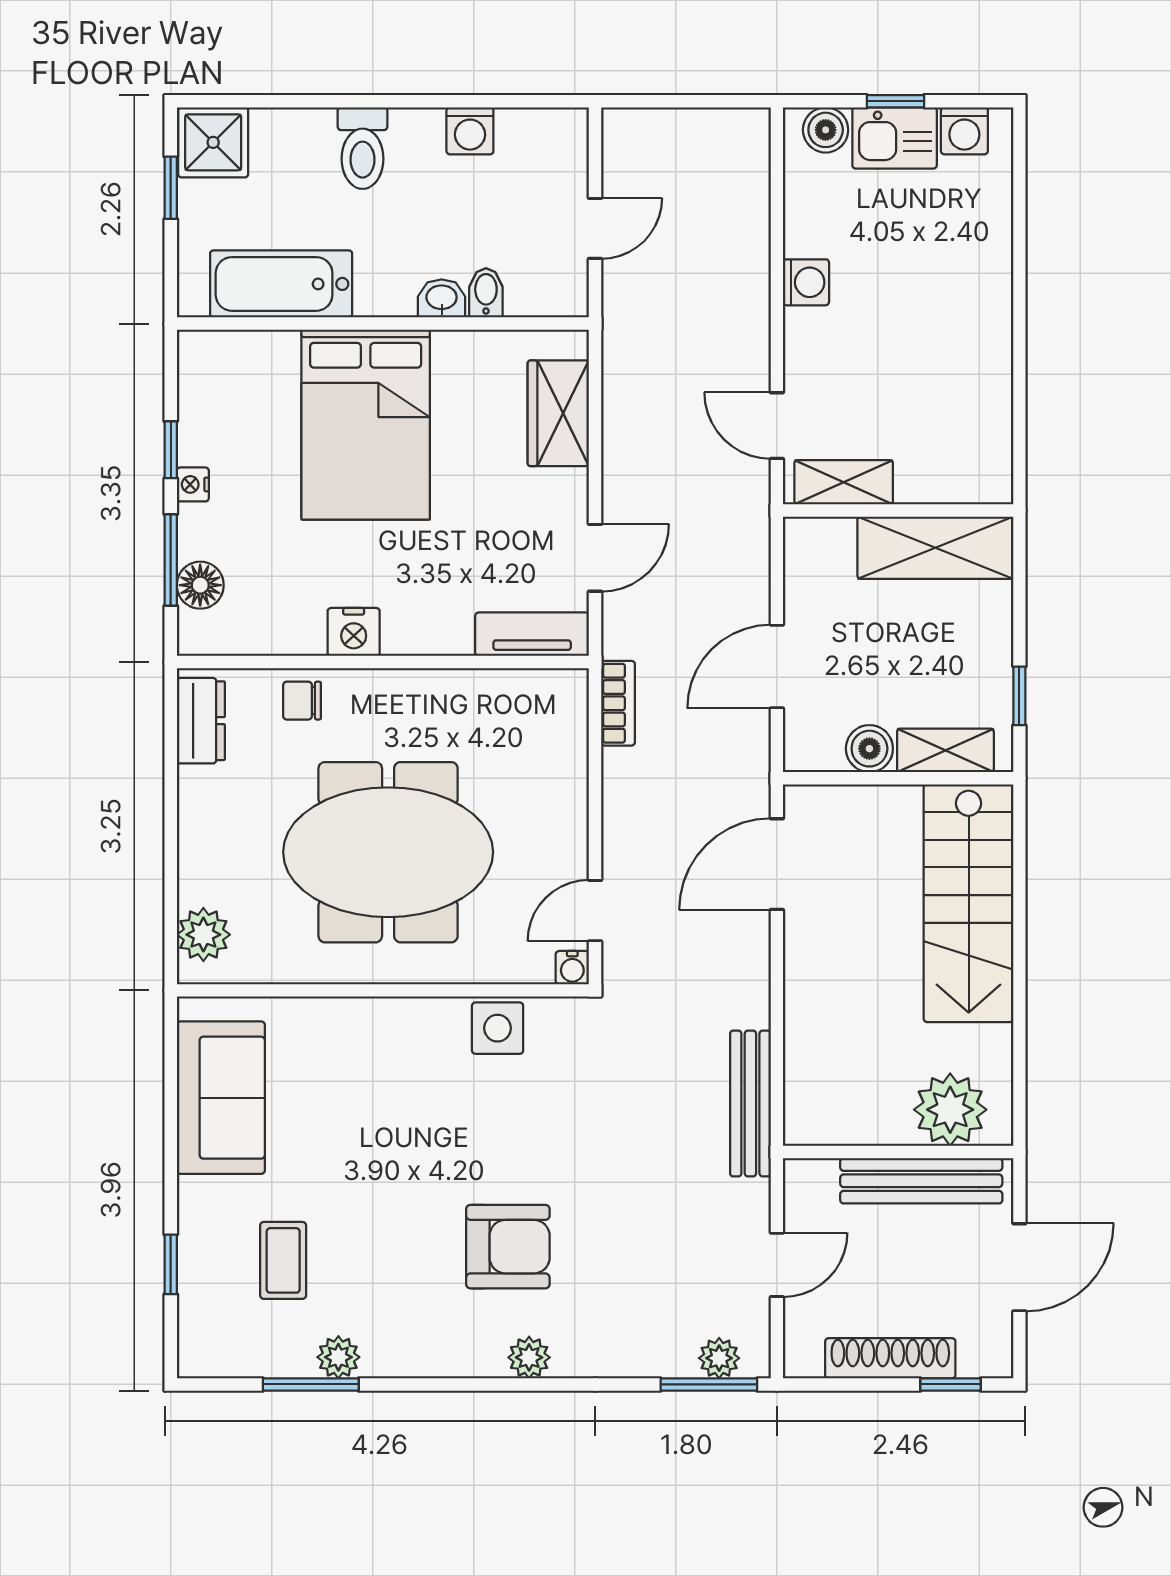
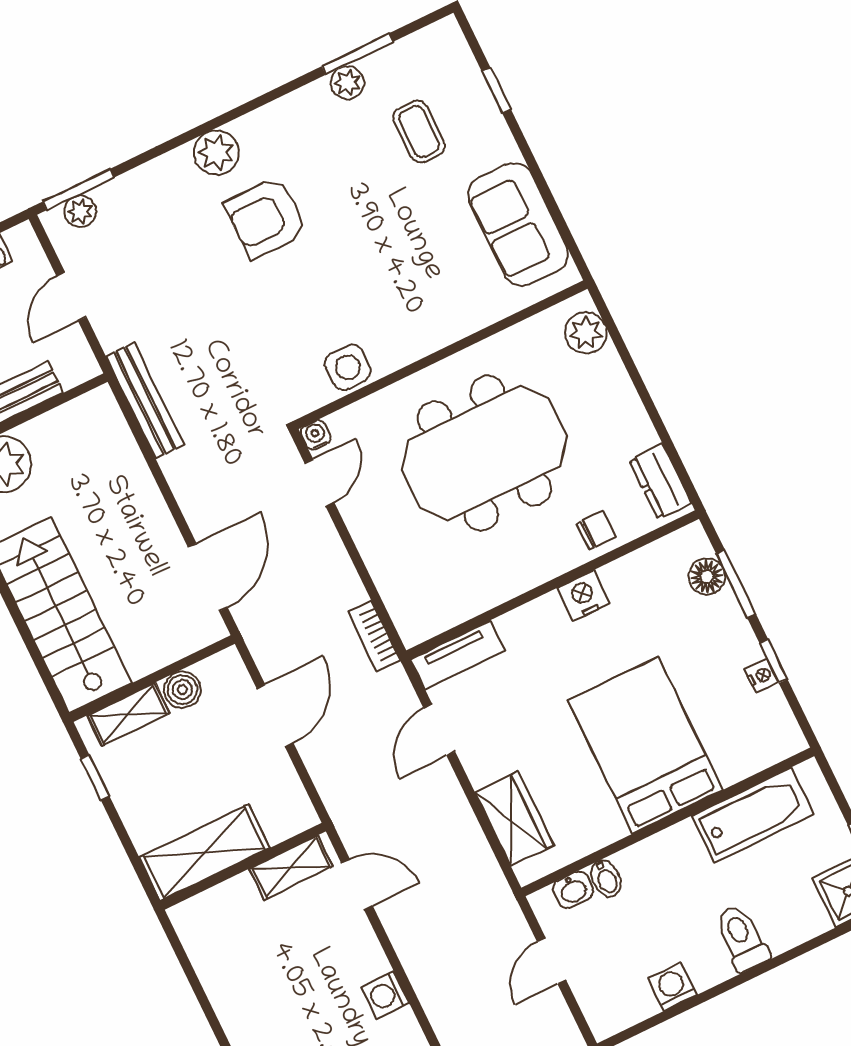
washbasin: (442, 298) -> (573, 890), moved
nightstand: (193, 484) -> (761, 676), moved
plant: (529, 1357) -> (216, 153), width x1.38, depth x1.38

